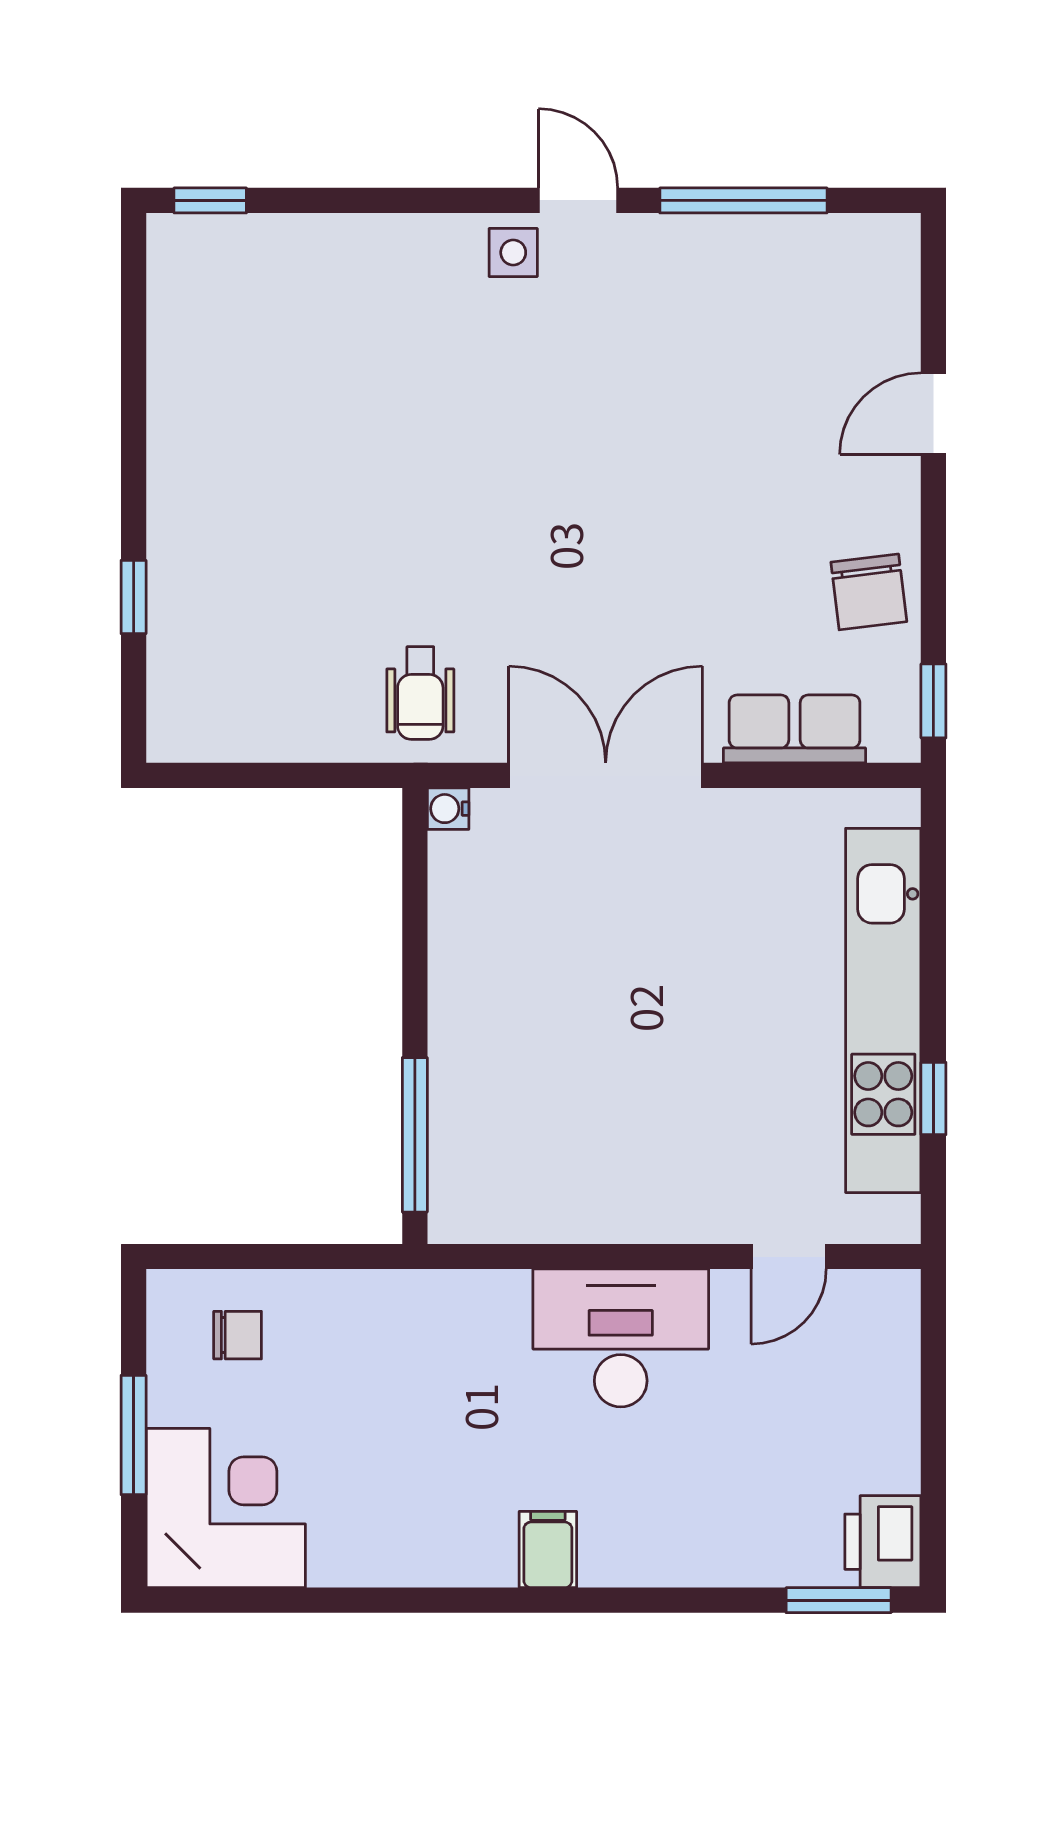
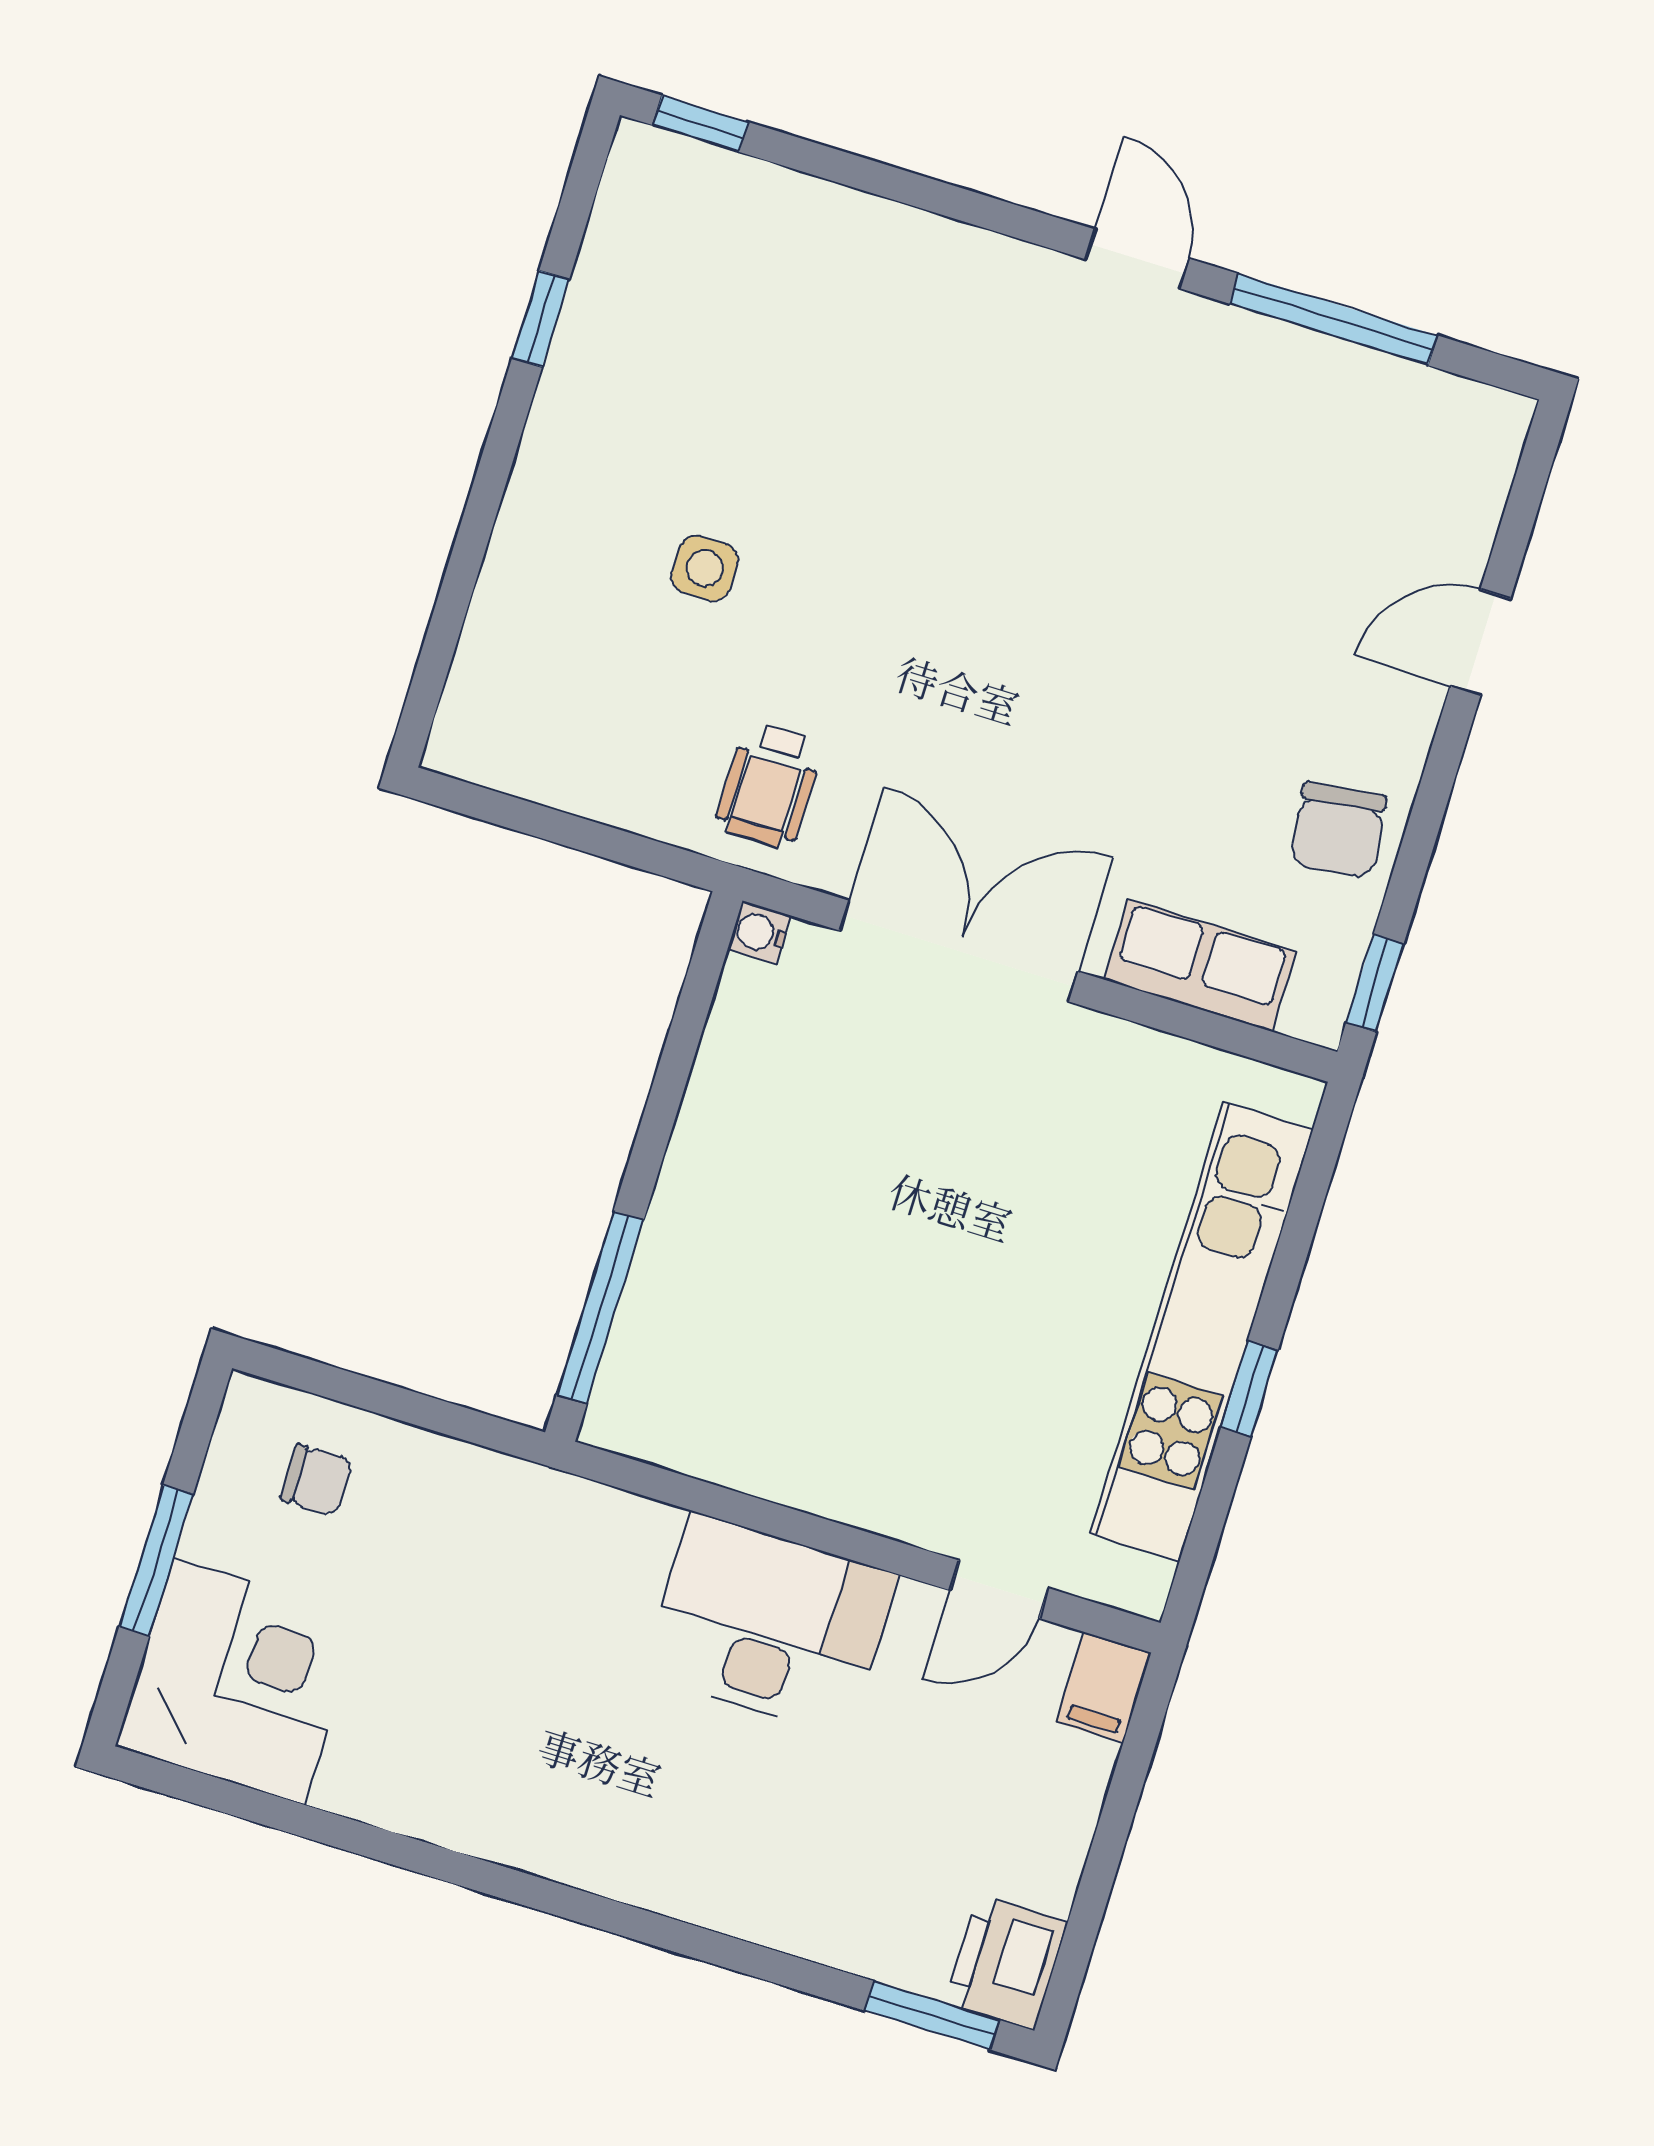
side table: (513, 252) -> (705, 568), moved
window: (134, 597) -> (541, 319), moved
window: (933, 1099) -> (1249, 1389), moved
filing cabinet: (548, 1549) -> (1103, 1687), moved, turned 180

